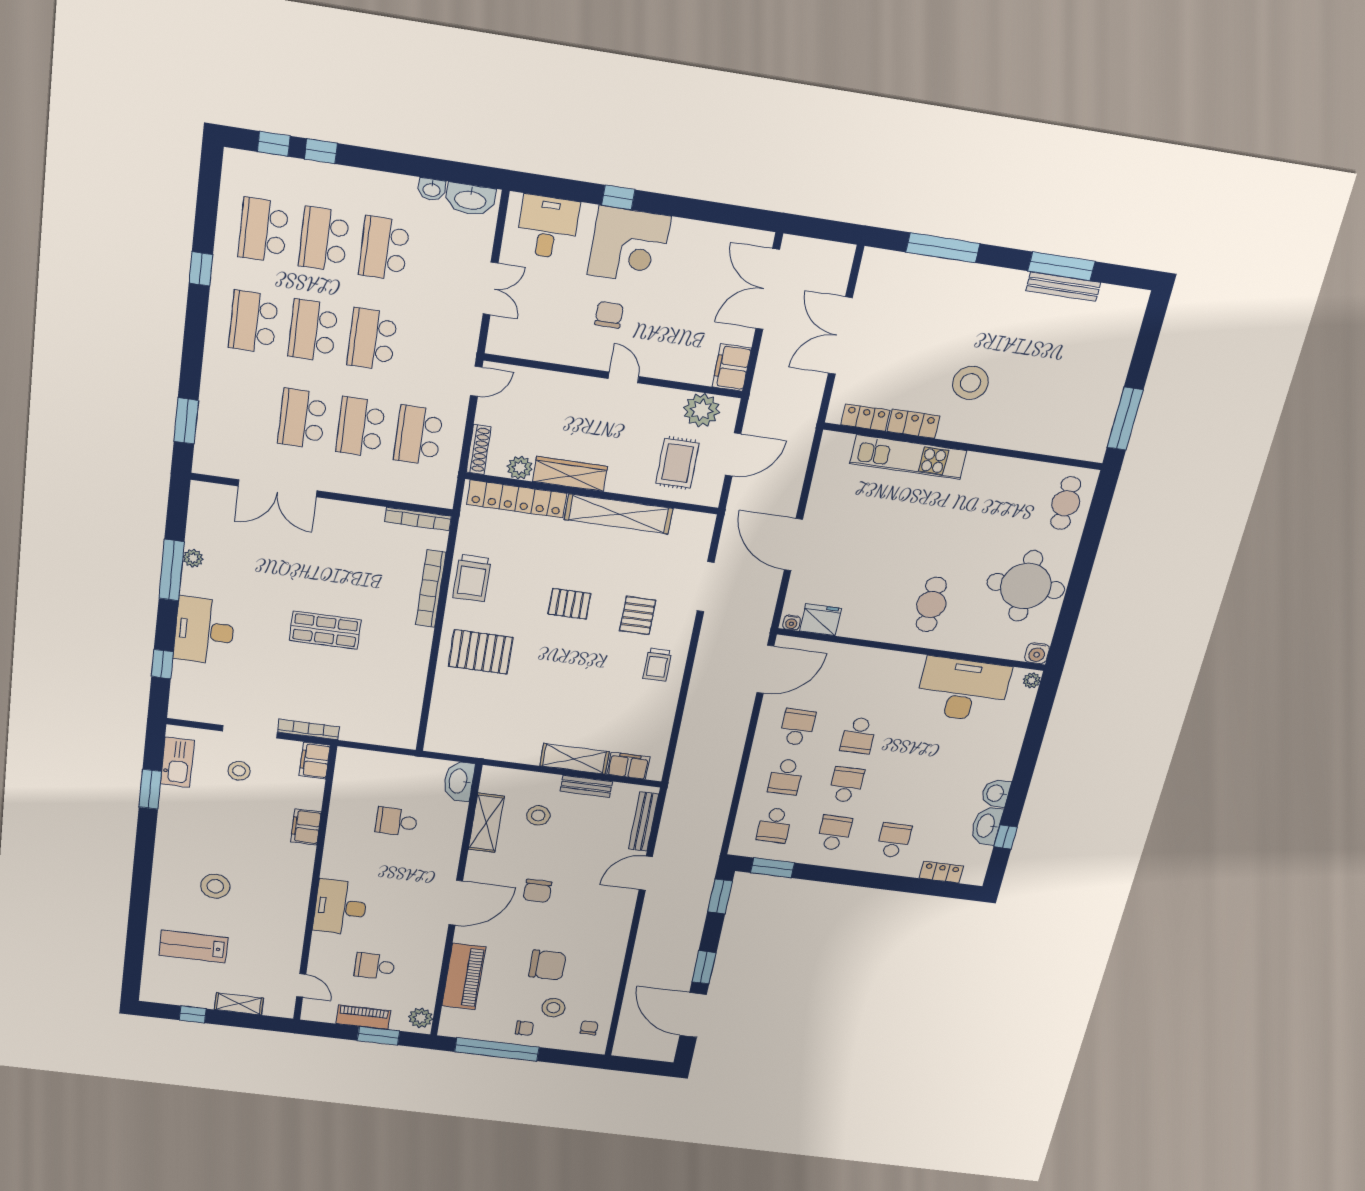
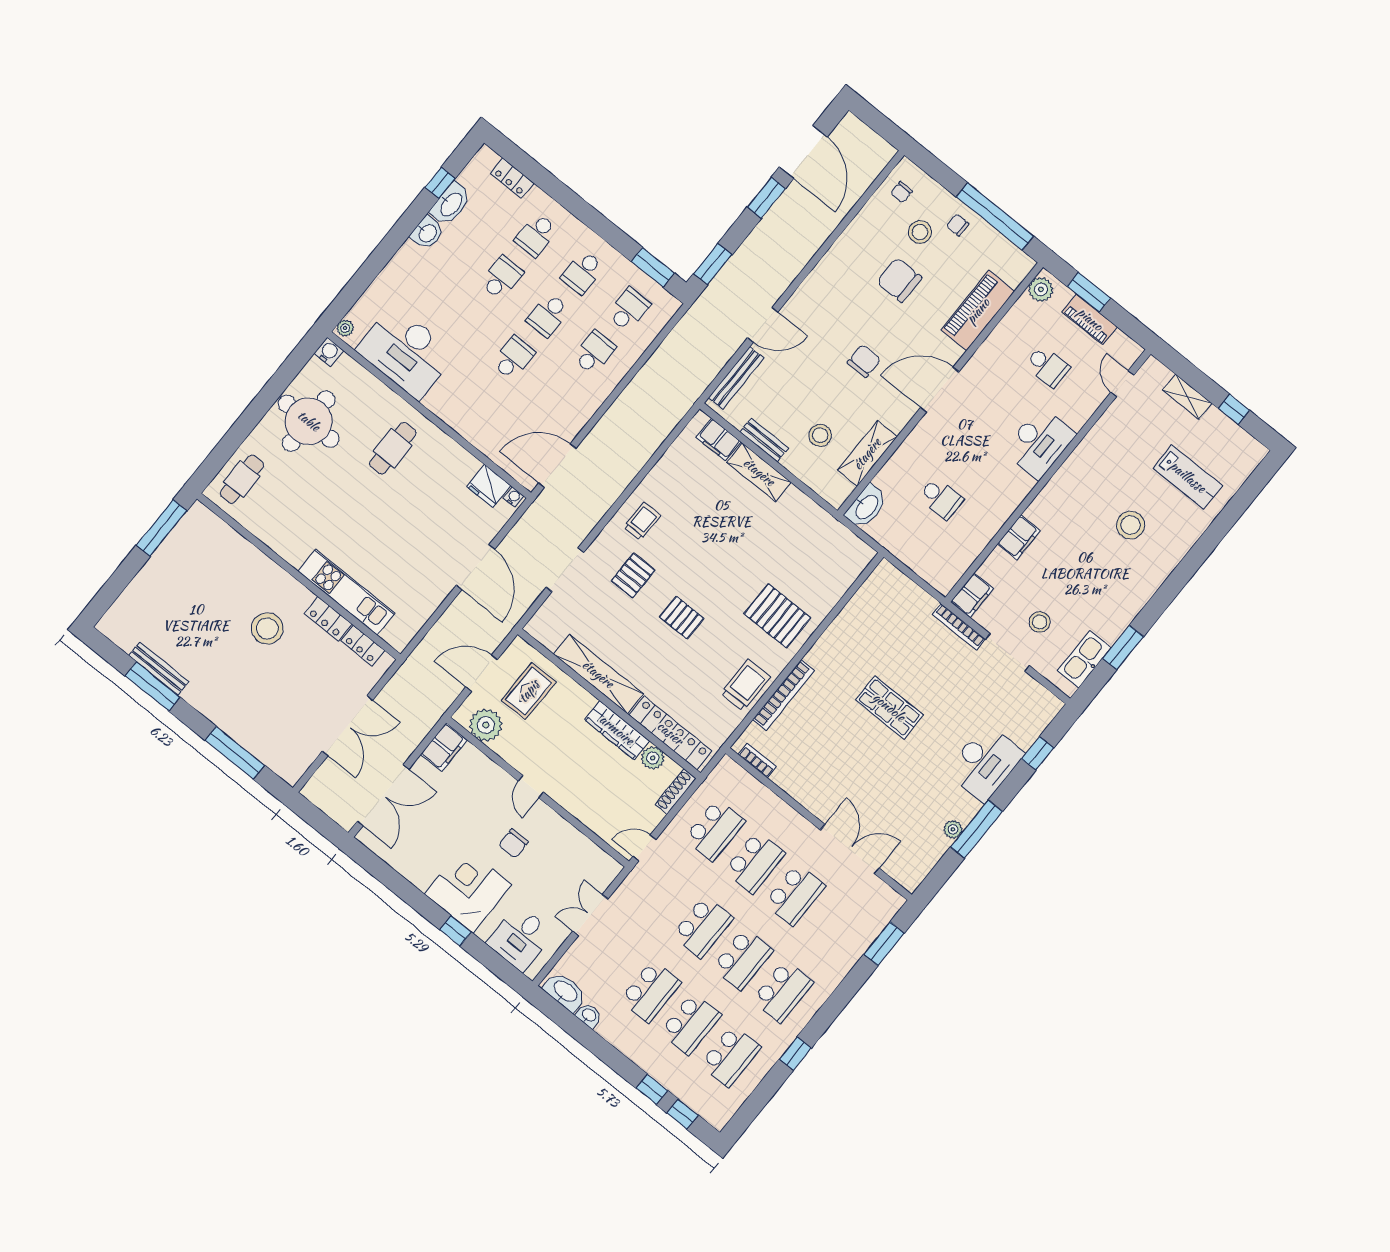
bookcase: (418, 519) -> (757, 761), width x0.64
school desk: (797, 727) -> (502, 278), moved, turned 180

